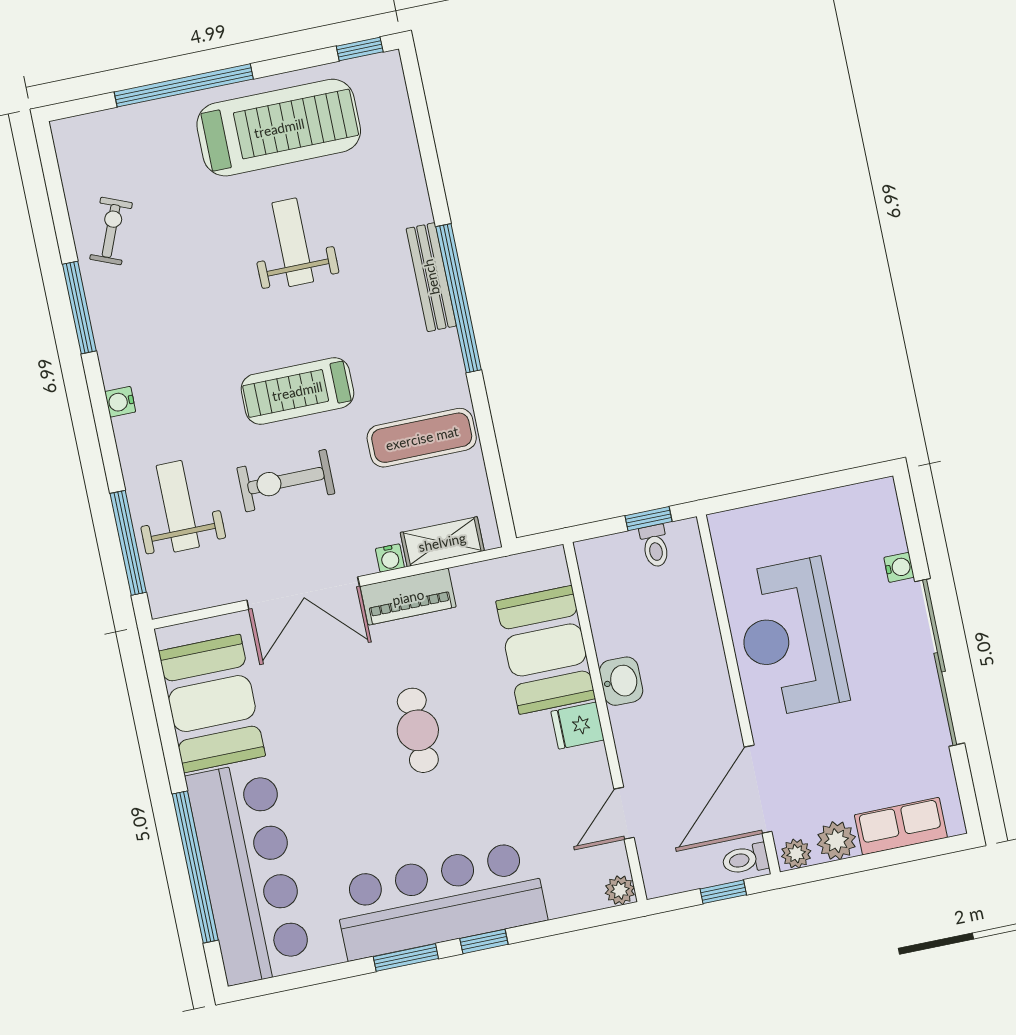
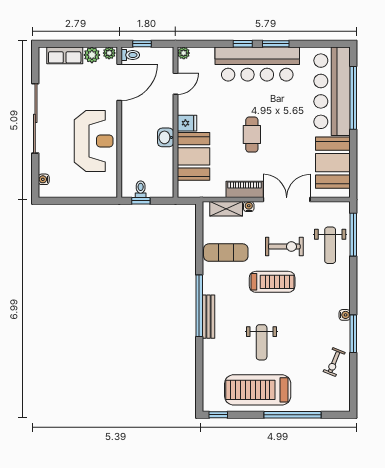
water cooler: (120, 402) -> (345, 315), moved
water cooler: (899, 567) -> (44, 179), moved

